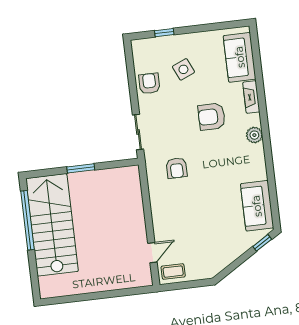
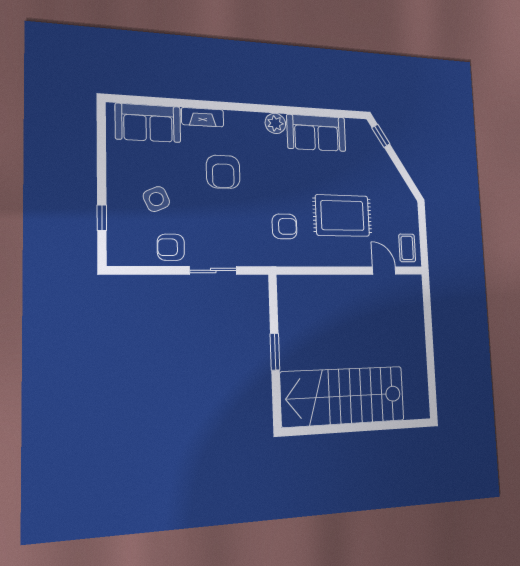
sliding door: (138, 132) -> (213, 270), moved
plant: (254, 135) -> (275, 123), moved
sofa: (257, 206) -> (316, 133), moved
rug: (192, 214) -> (342, 216), added
window: (27, 220) -> (335, 429), removed

